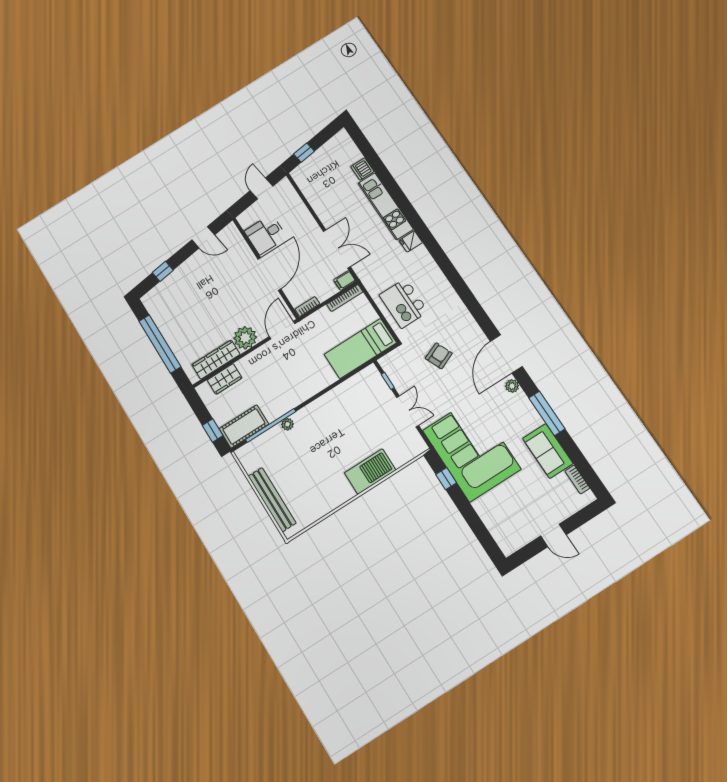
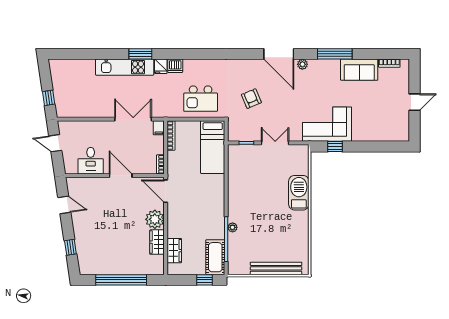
dishwasher: (362, 169) -> (175, 66), moved
window: (410, 213) -> (140, 54), added
door: (203, 237) -> (64, 205), hinge flipped
door: (269, 274) -> (121, 176), width x0.73
wardrobe: (216, 360) -> (157, 242), width x0.67
corner sofa: (472, 450) -> (327, 124), width x0.73, depth x0.74

